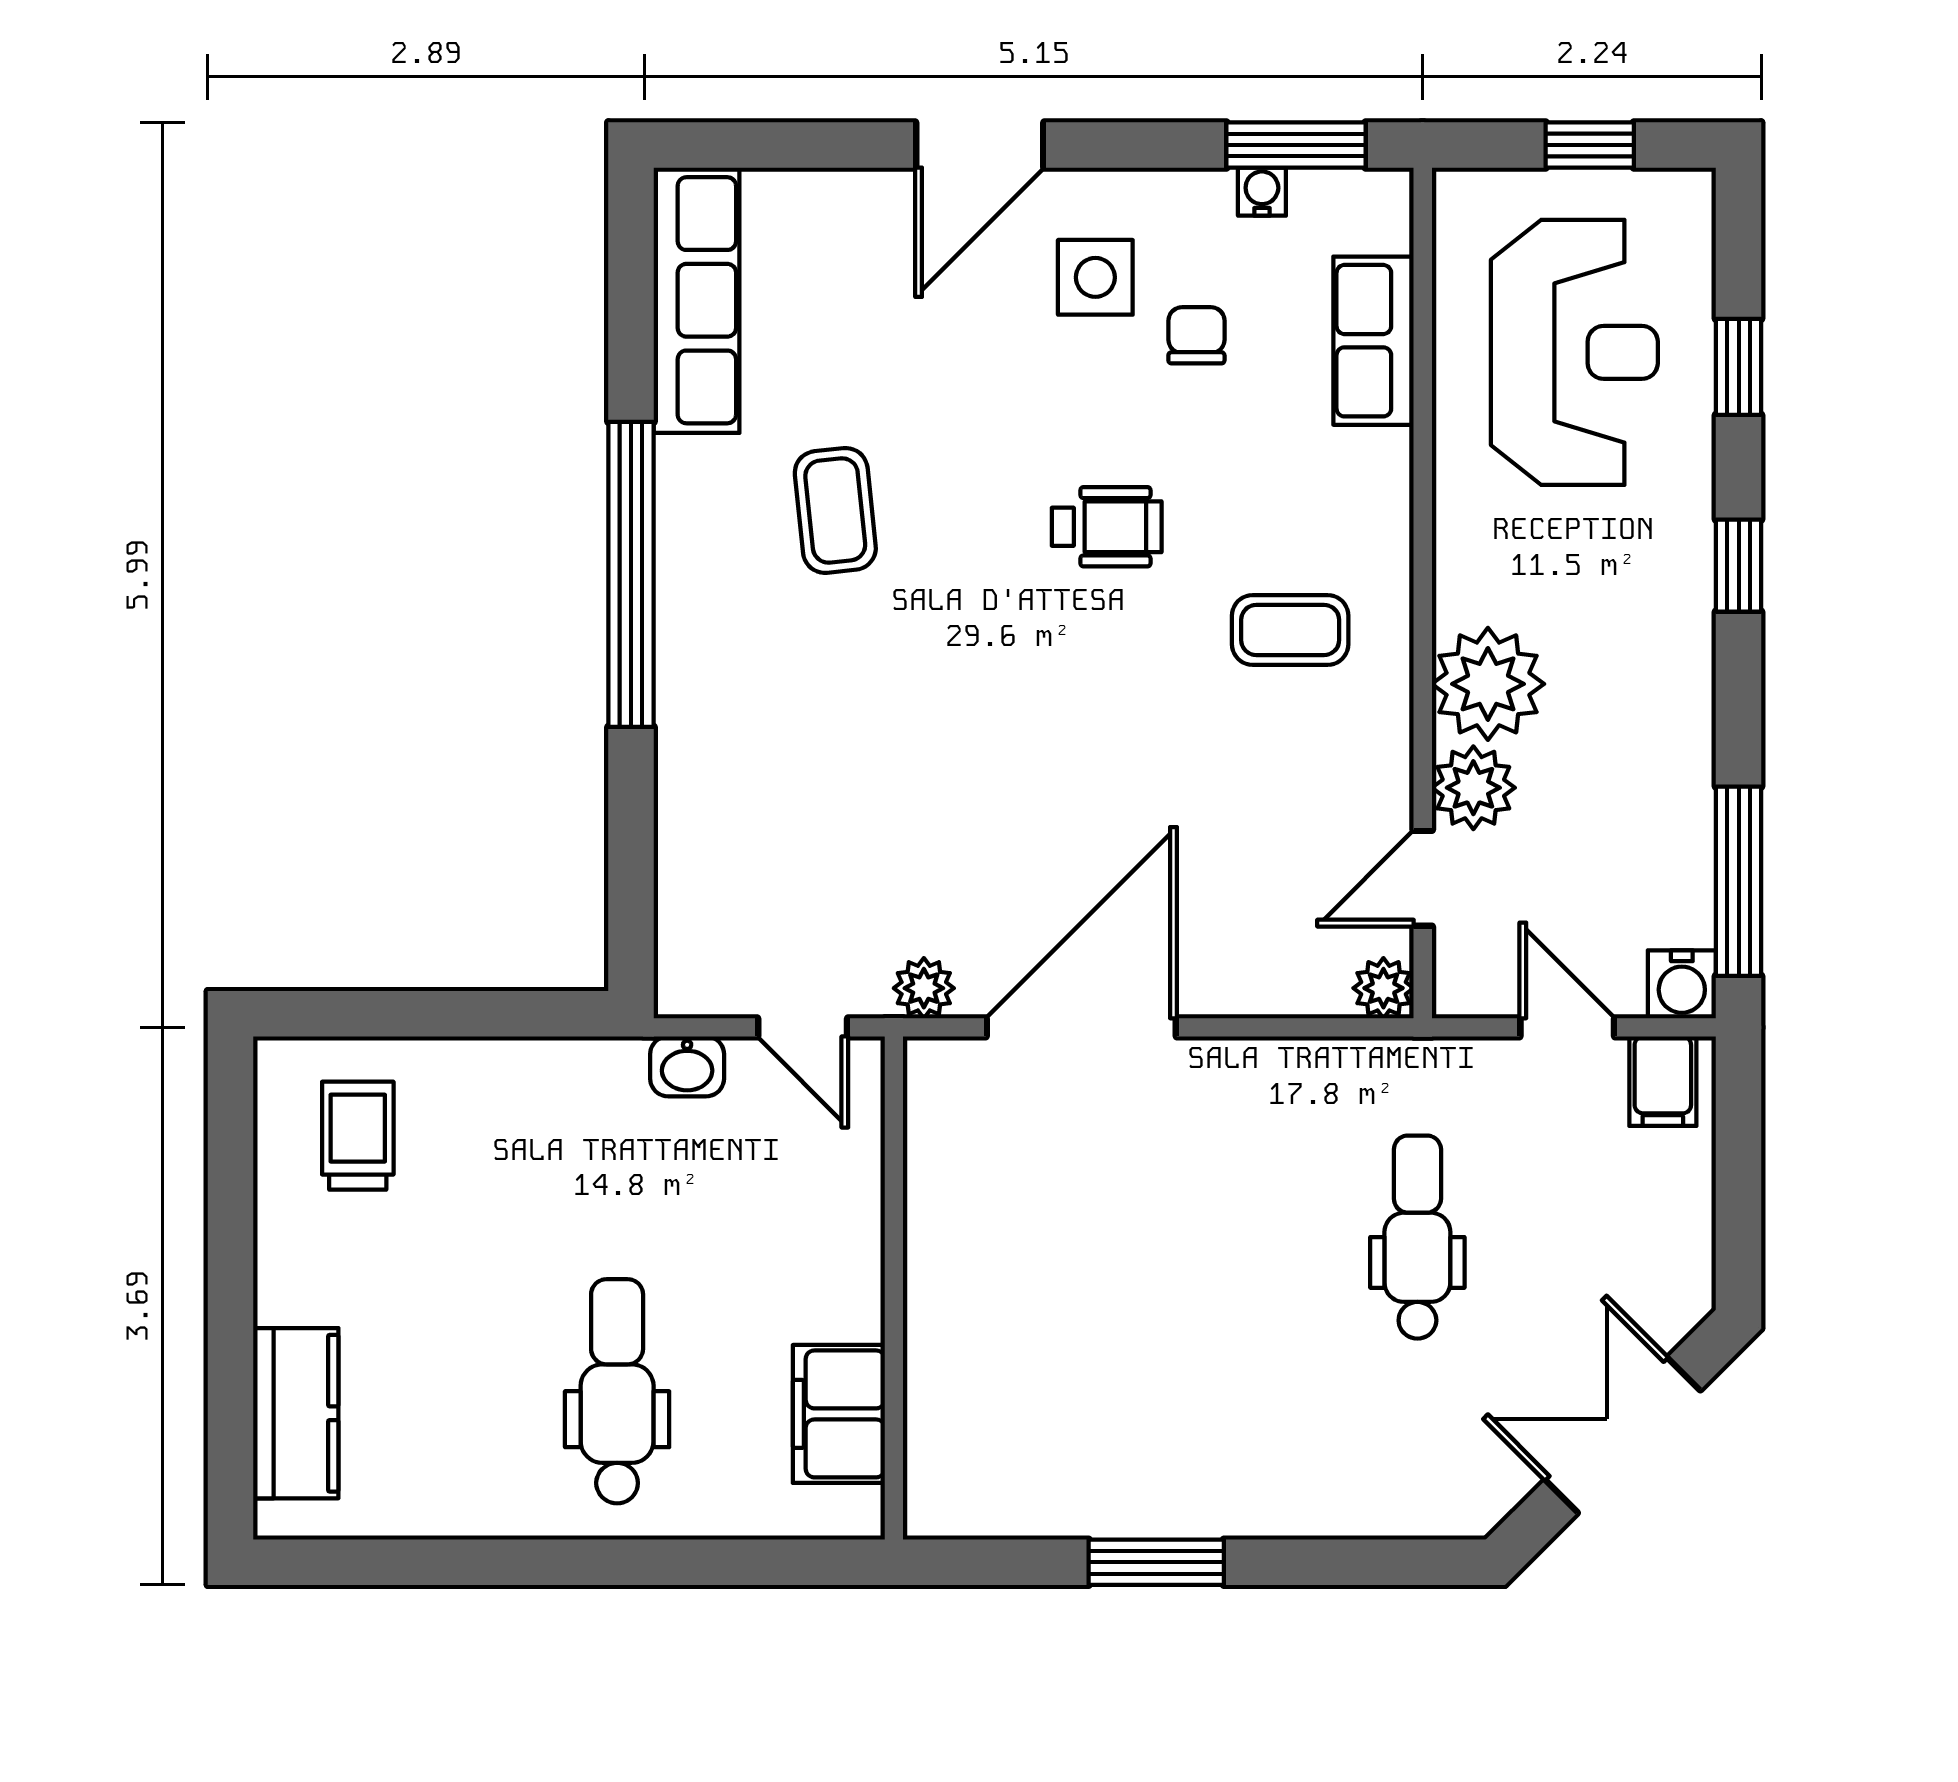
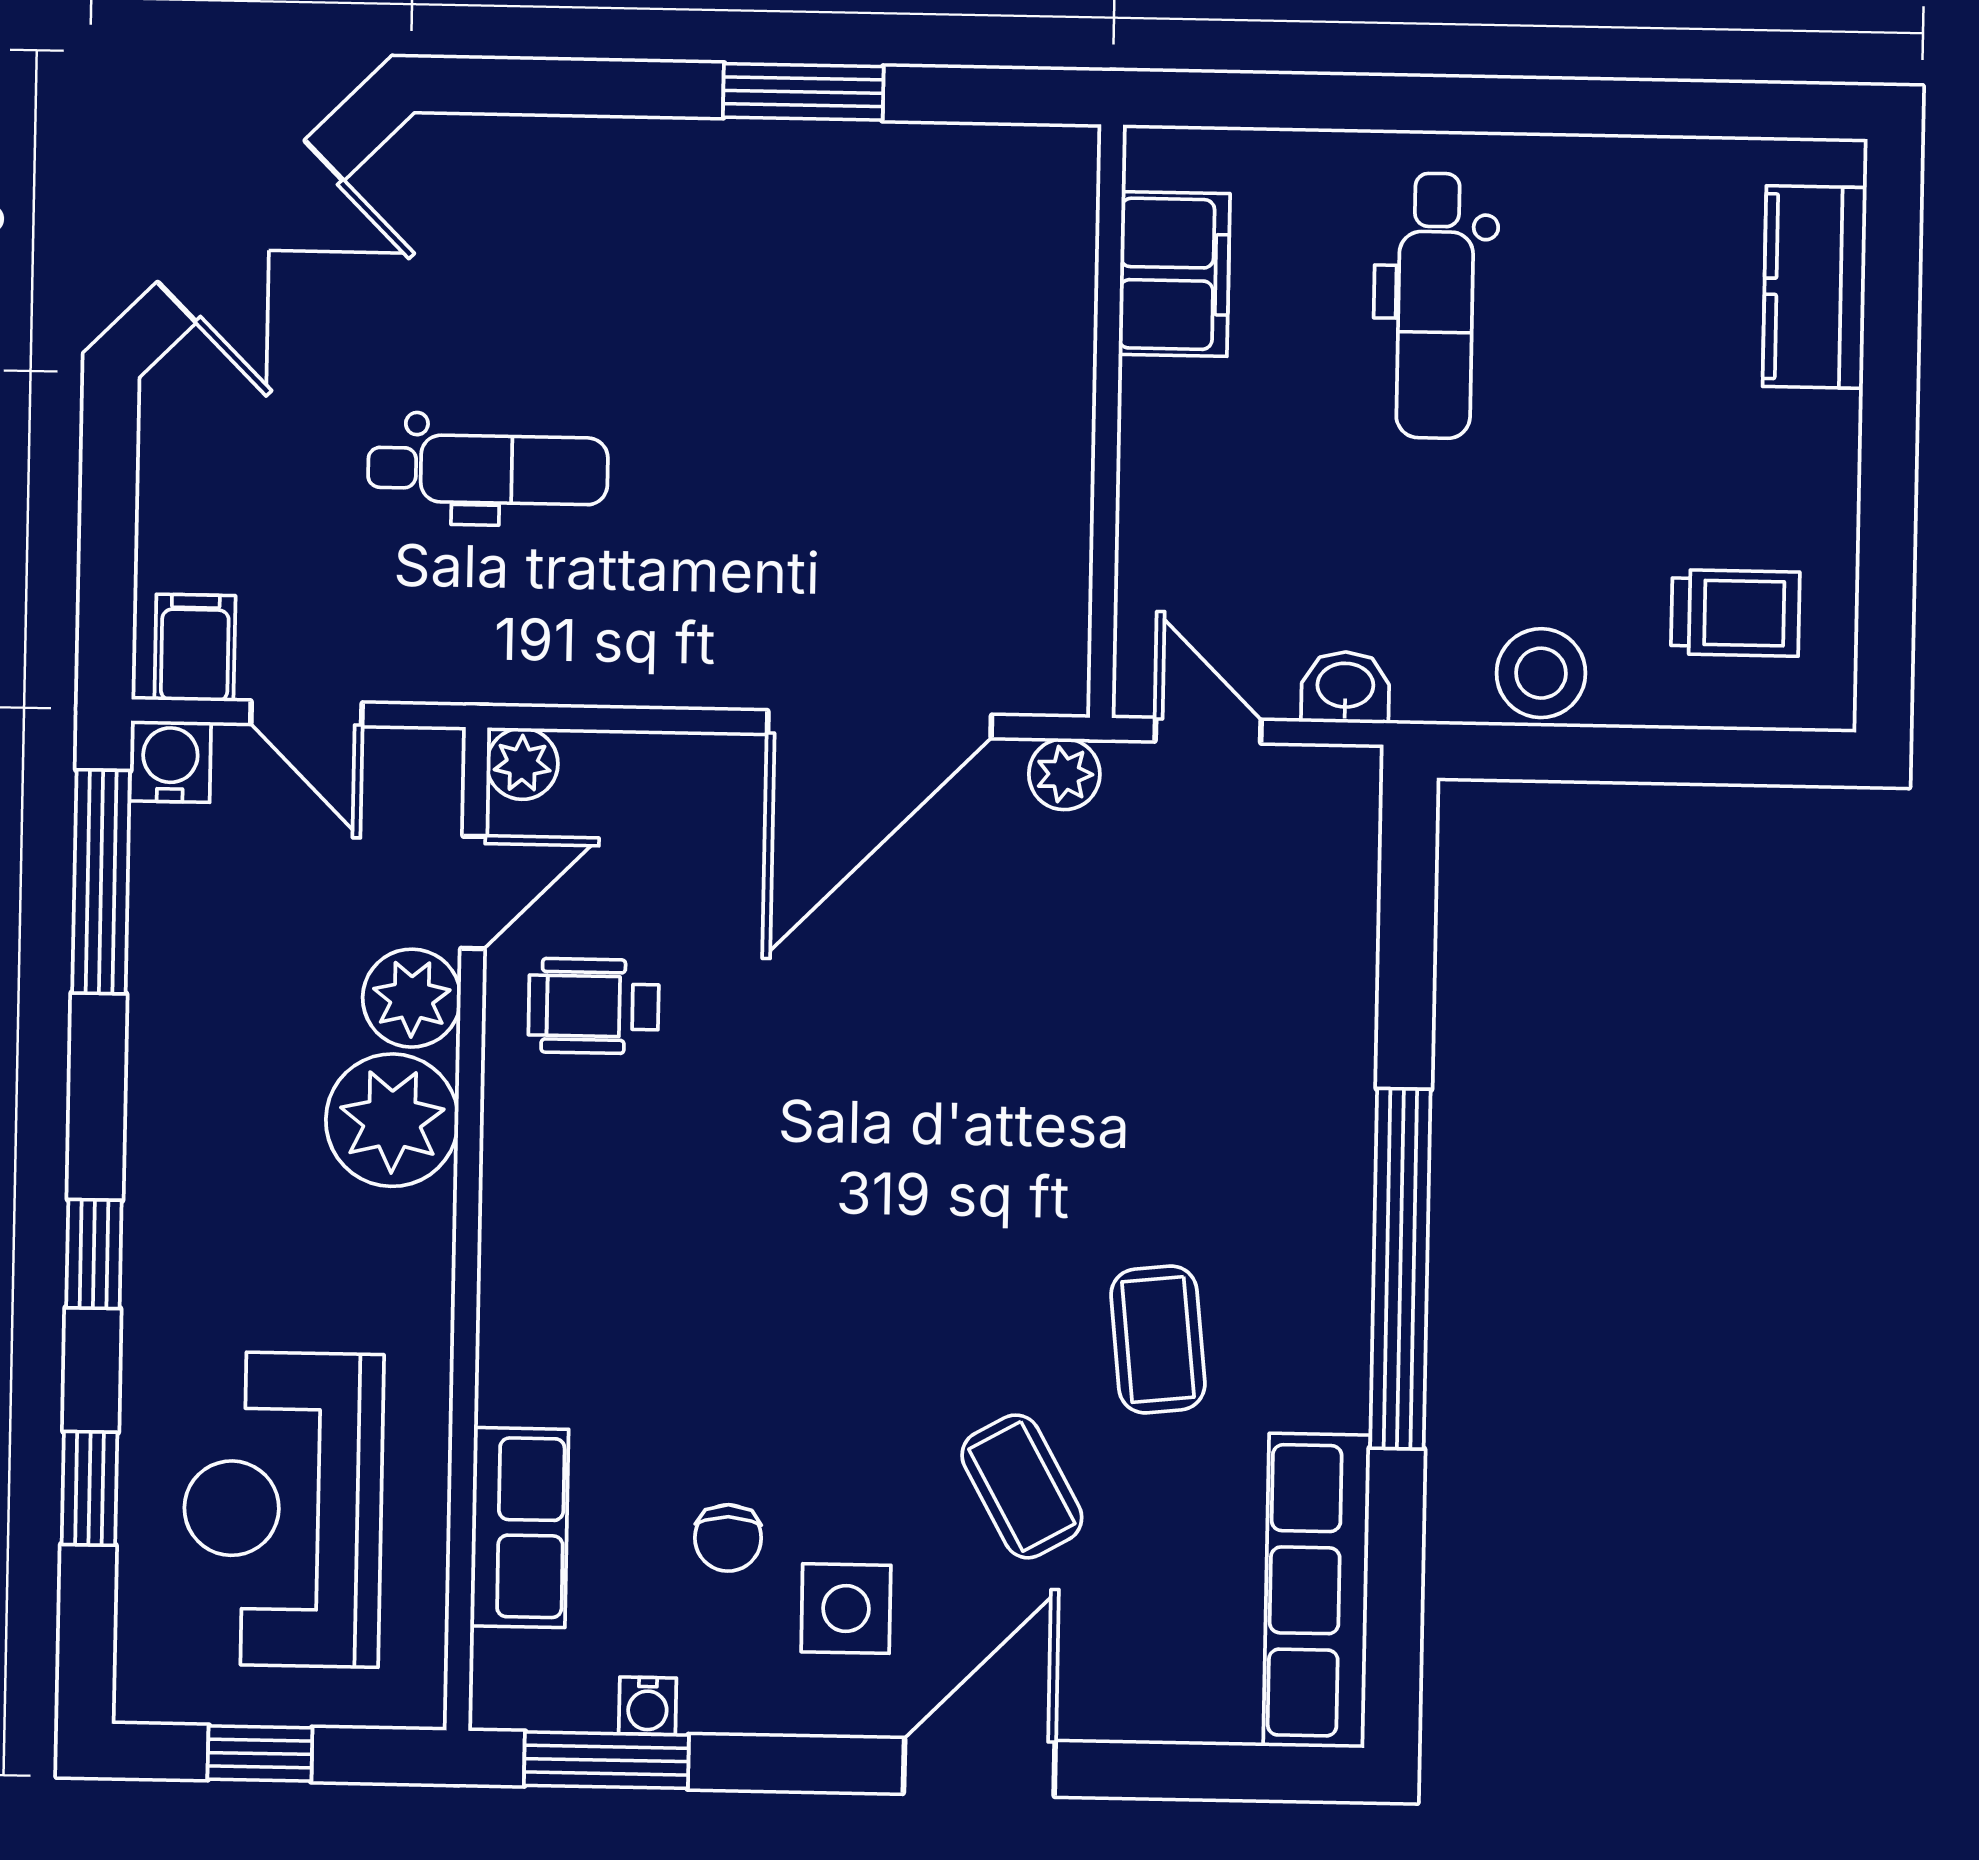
wheelchair: (1107, 527) -> (594, 1006), moved
coffee table: (1290, 630) -> (1022, 1486), moved, turned 61
stool: (521, 1082) -> (1541, 673), added
trolley: (358, 1136) -> (1735, 613), turned -90
dental chair: (1417, 1237) -> (488, 469), turned -90

